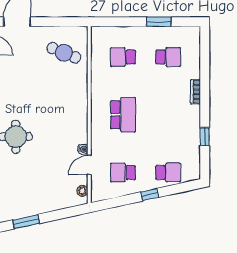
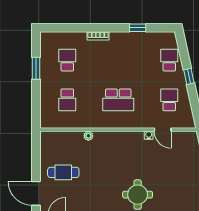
cafe table: (64, 53) -> (63, 172), moved, turned 68
school desk: (123, 115) -> (118, 100), turned 180
school desk: (123, 172) -> (169, 100), turned 180
plant: (82, 191) -> (88, 136), moved

